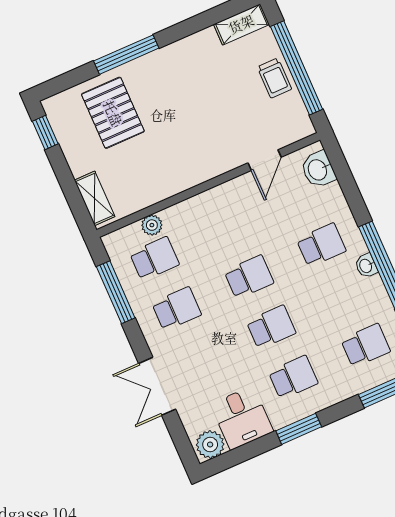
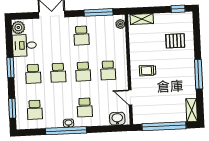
window: (126, 55) -> (199, 74), moved
trolley: (274, 78) -> (148, 70), moved
pallet: (113, 113) -> (175, 41), width x0.67, depth x0.71
plant: (152, 225) -> (120, 24), moved
school desk: (154, 259) -> (108, 70), moved

